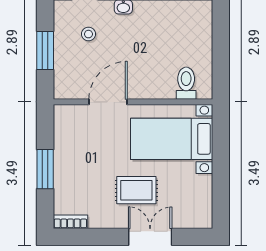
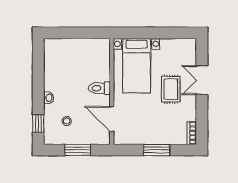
toilet: (186, 83) -> (99, 88), moved
door: (108, 102) -> (112, 119), moved

